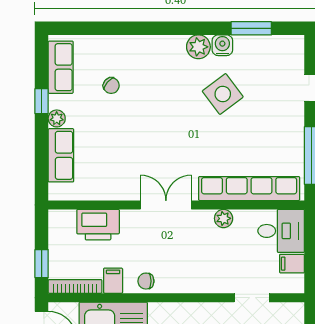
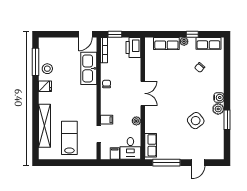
window: (251, 28) -> (227, 120), moved
water cooler: (222, 45) -> (219, 98), moved
row of seats: (249, 189) -> (151, 145), width x0.50
printer: (98, 225) -> (133, 48), moved
filing cabinet: (113, 281) -> (107, 120), moved

